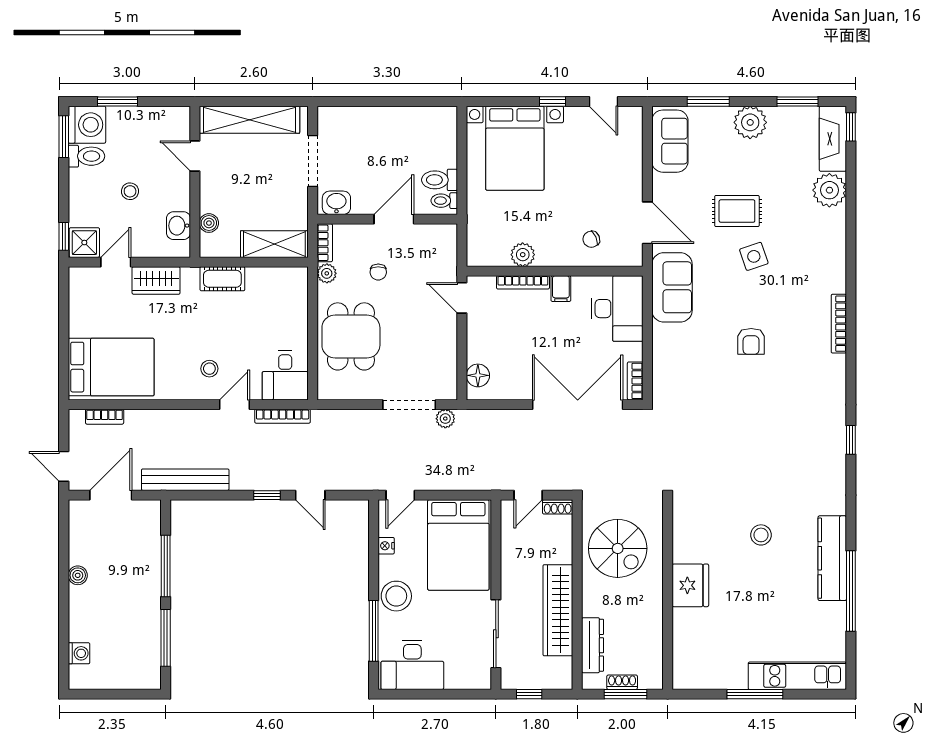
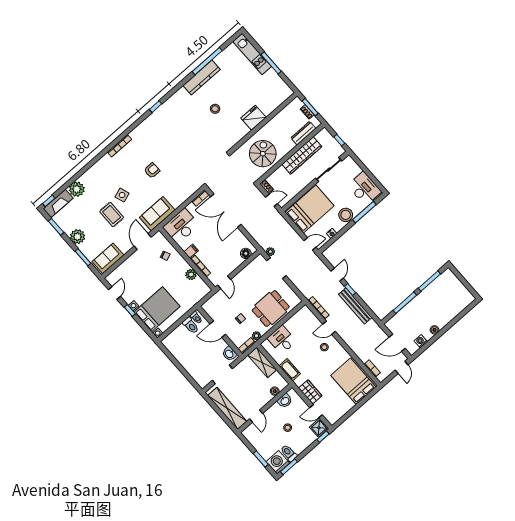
desk: (285, 375) -> (282, 340), moved, turned -90
bench: (185, 480) -> (355, 306), moved
washing machine: (79, 653) -> (421, 341), moved

